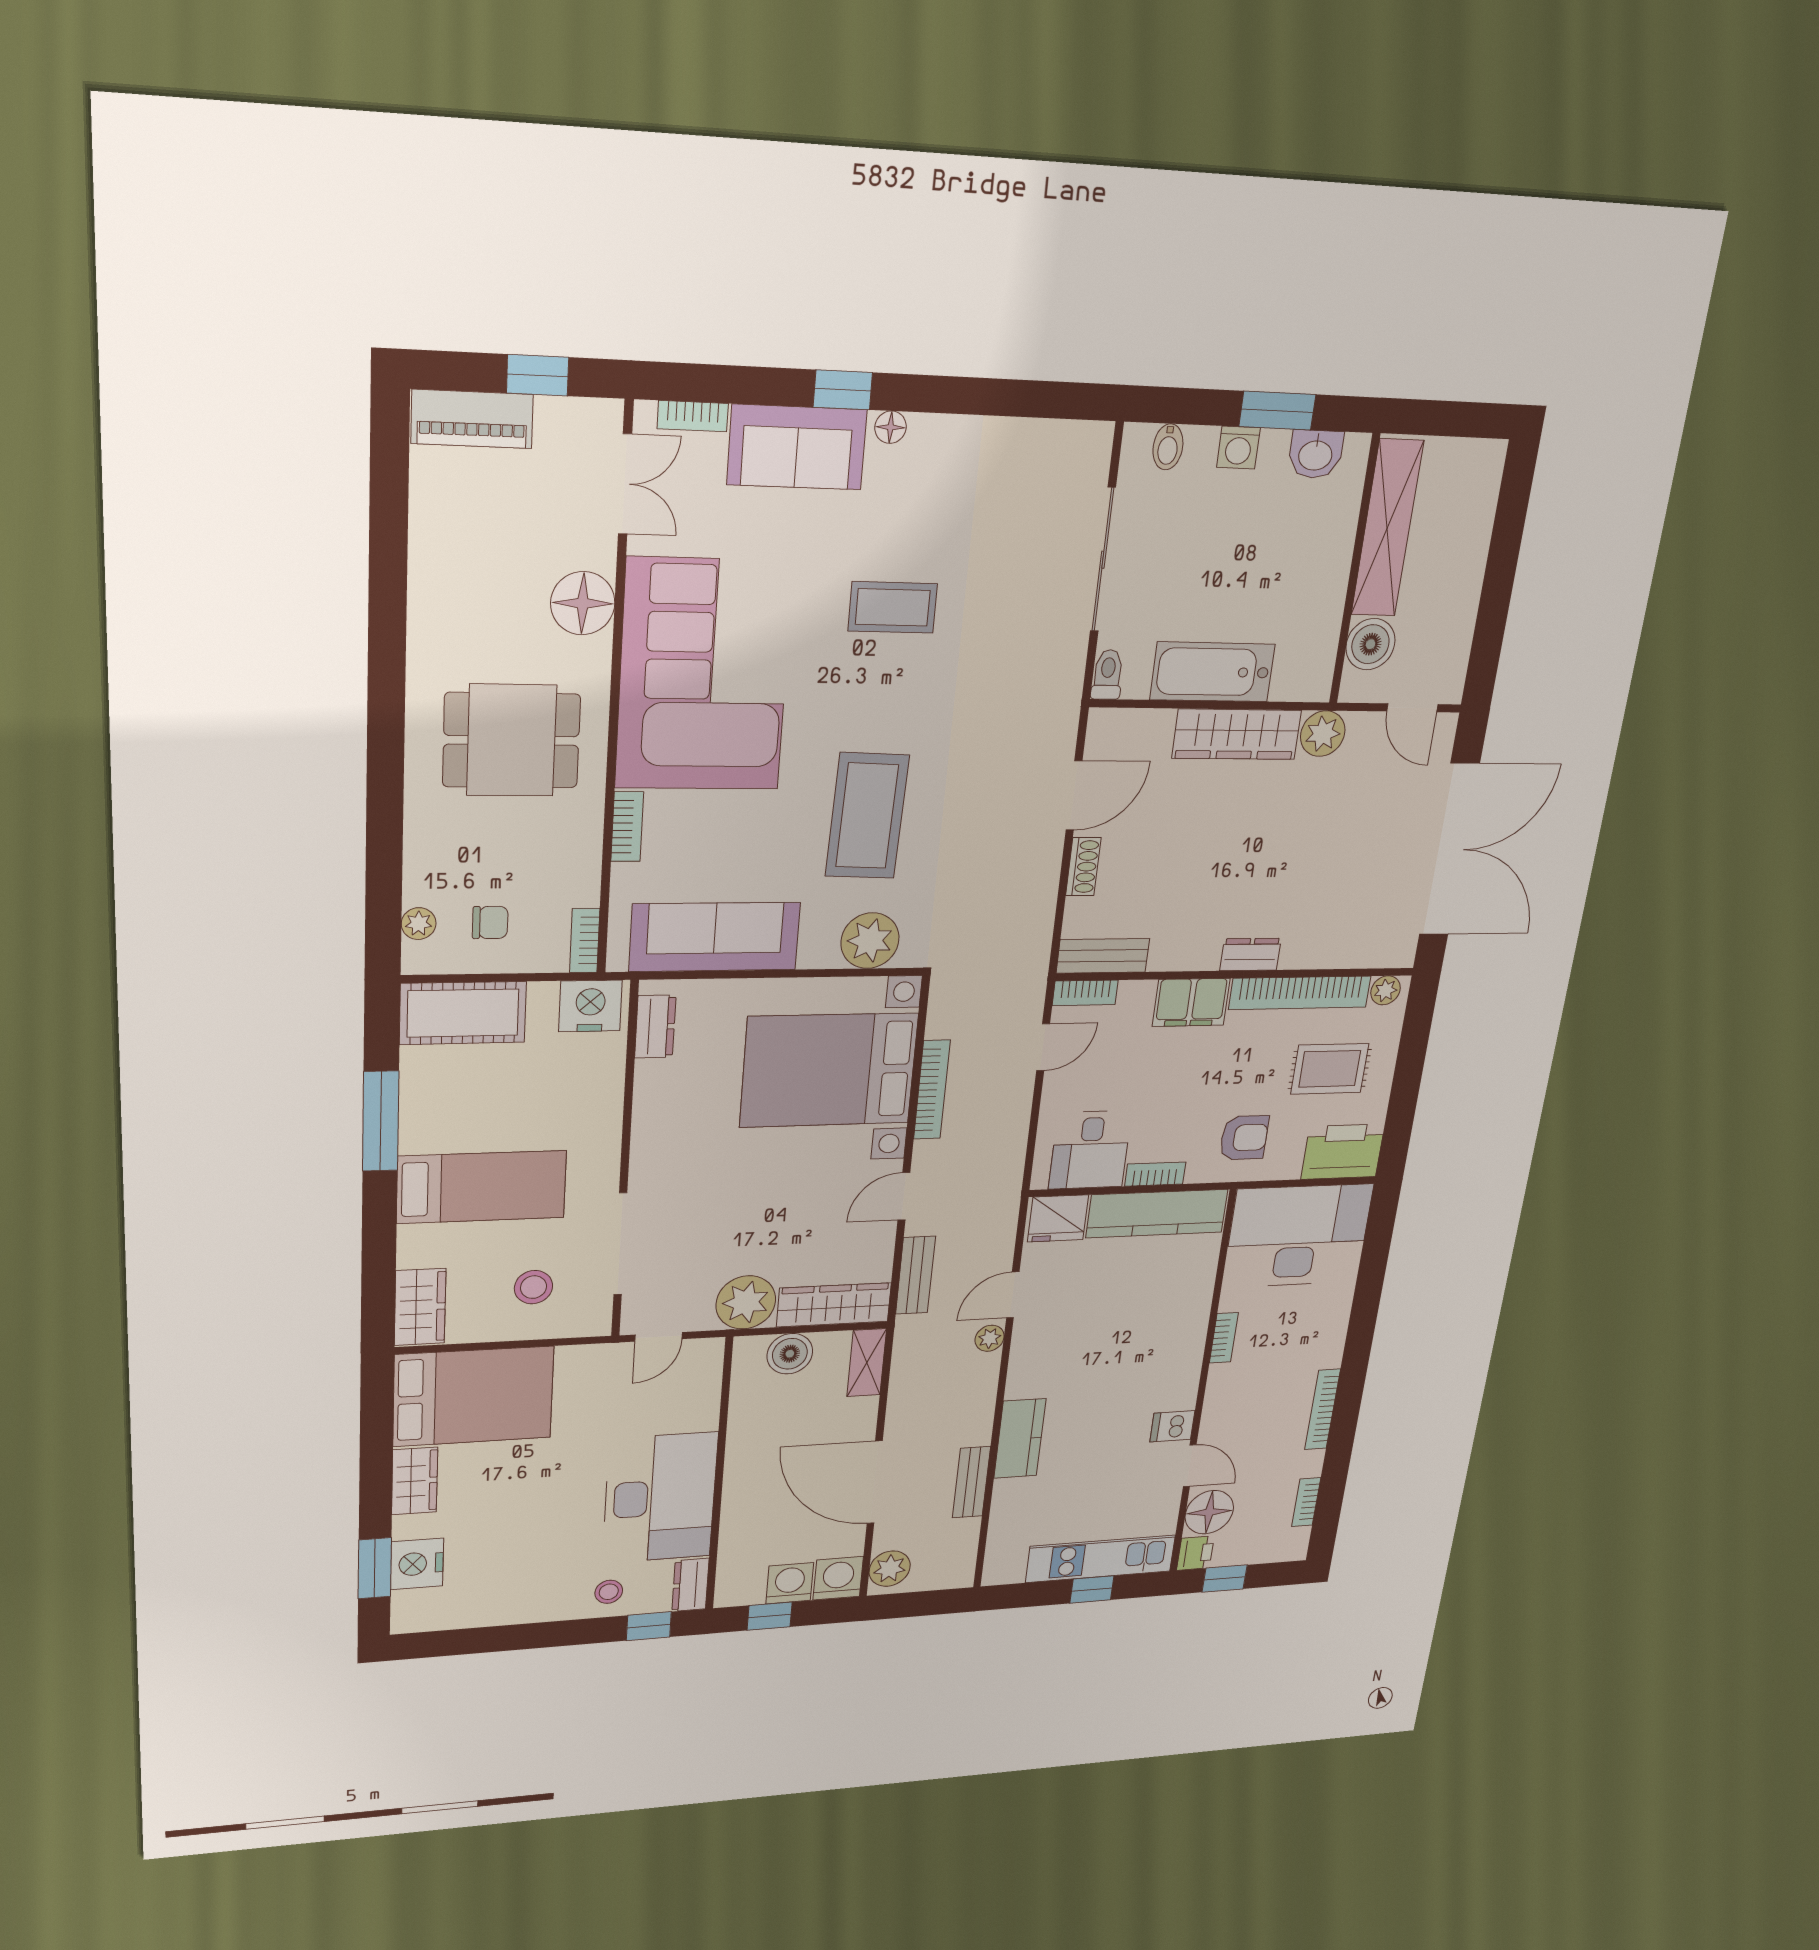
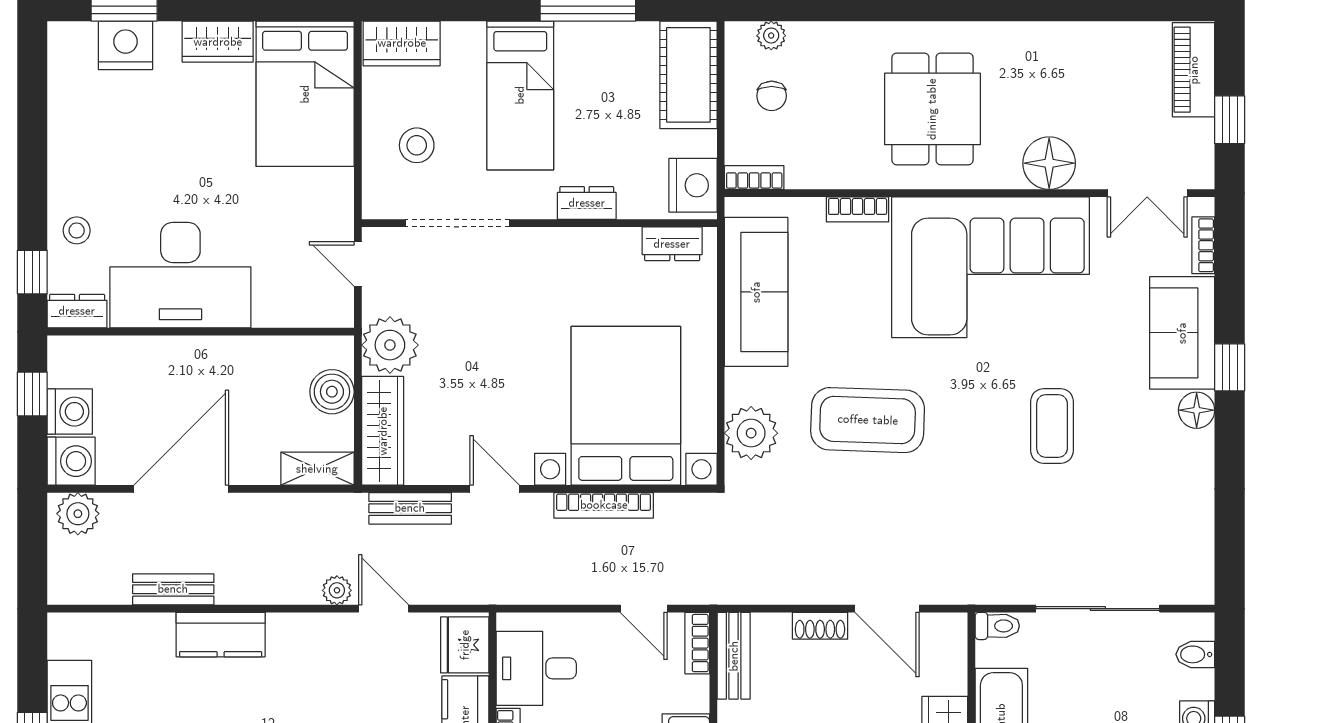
floor lamp: (891, 427) -> (1197, 410), width x1.37, depth x1.37
dresser: (605, 1116) -> (587, 203), added

